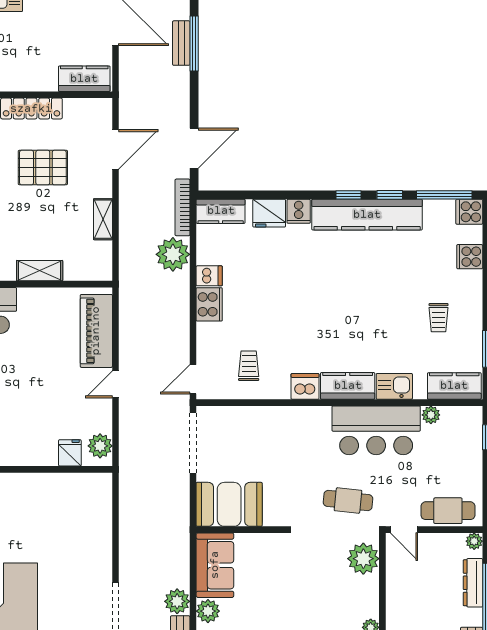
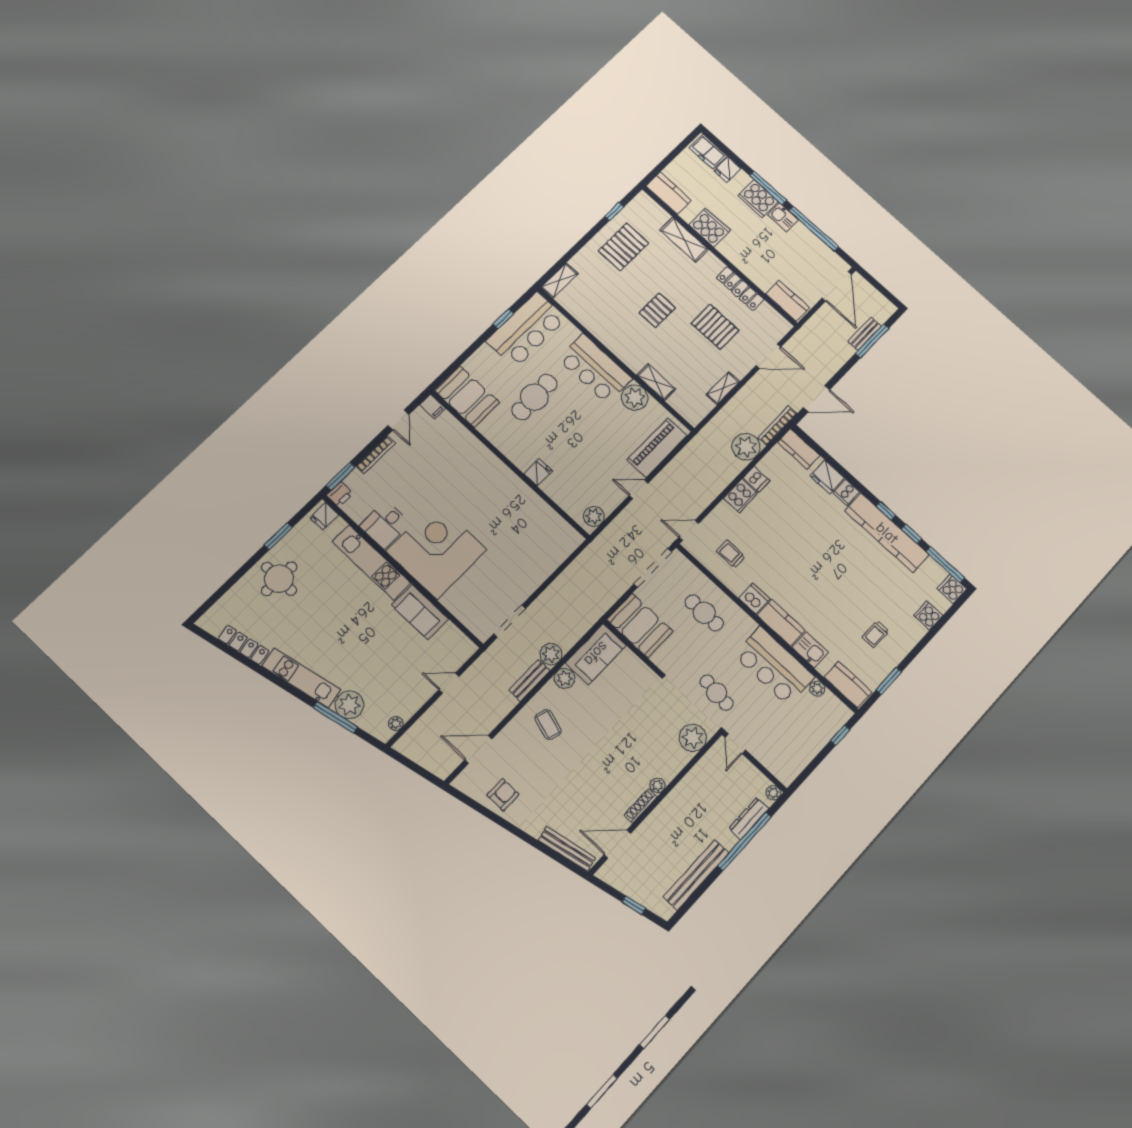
plant: (34, 303) -> (635, 398), added
trolley: (249, 366) -> (731, 554), turned -90
fridge: (70, 453) -> (538, 472), moved
cafe table: (448, 511) -> (704, 613), moved

